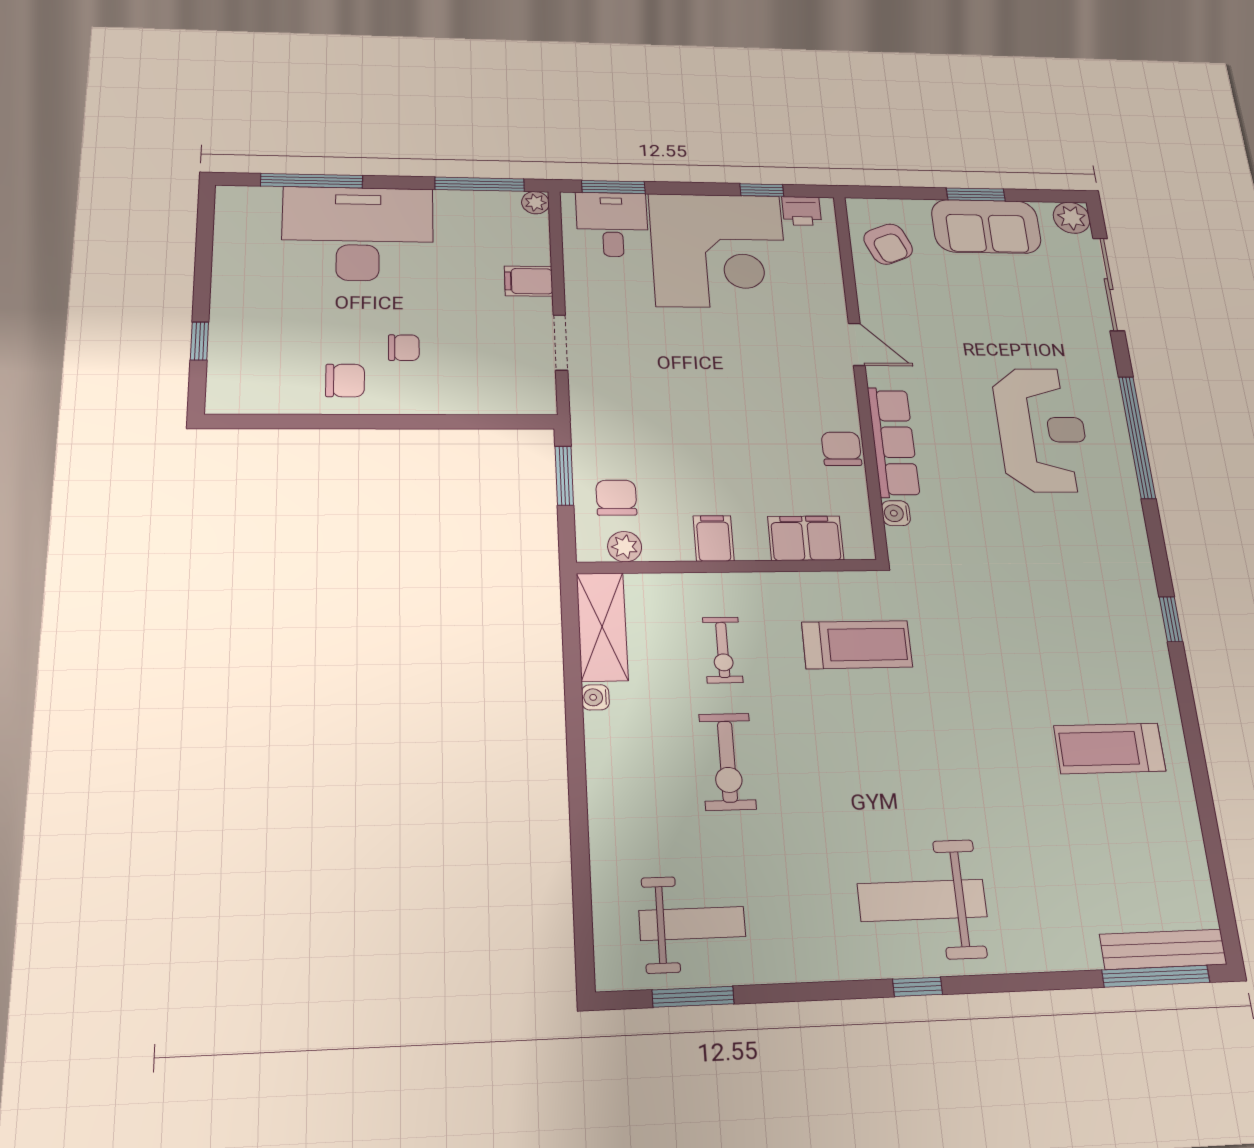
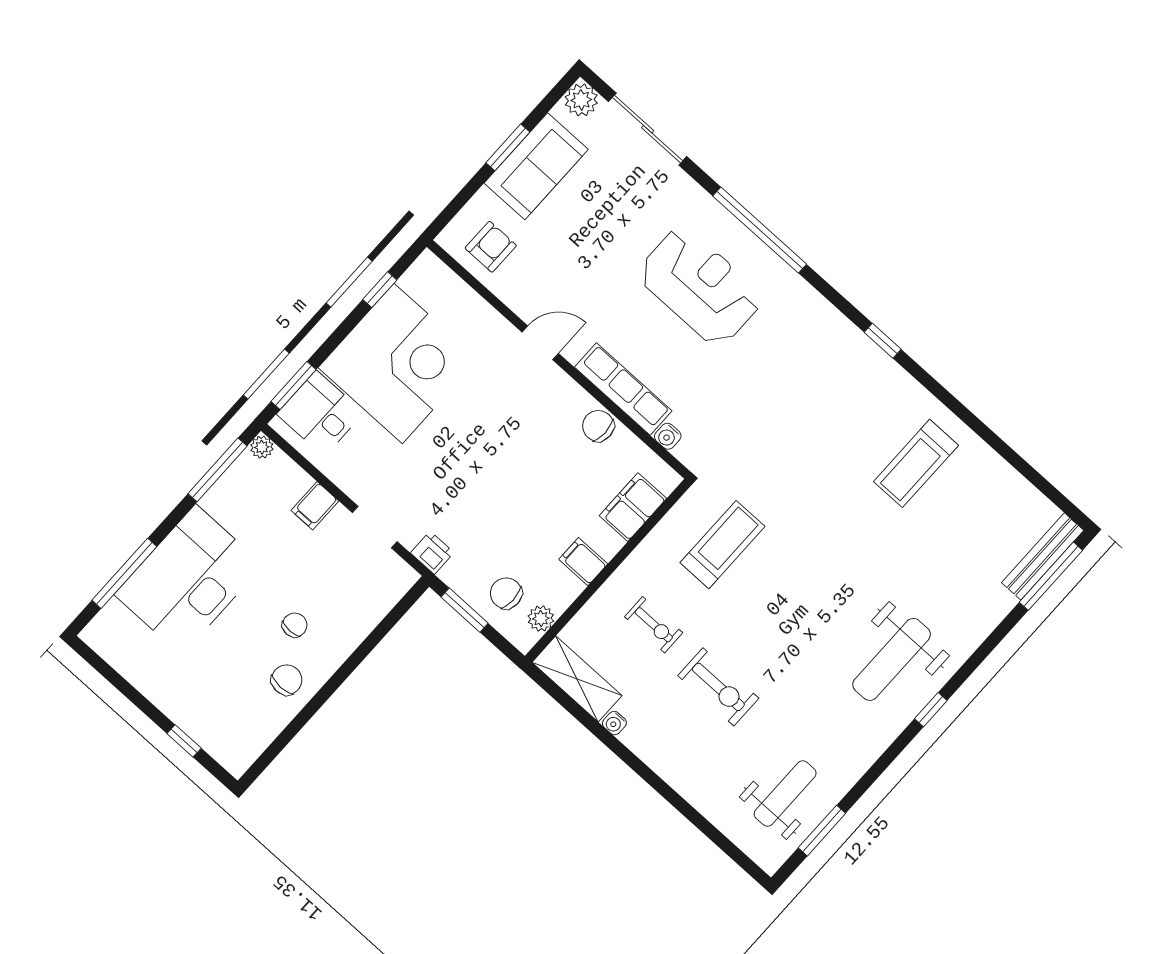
printer: (802, 211) -> (432, 553), moved, turned -90
armchair: (888, 244) -> (491, 247), turned -67

